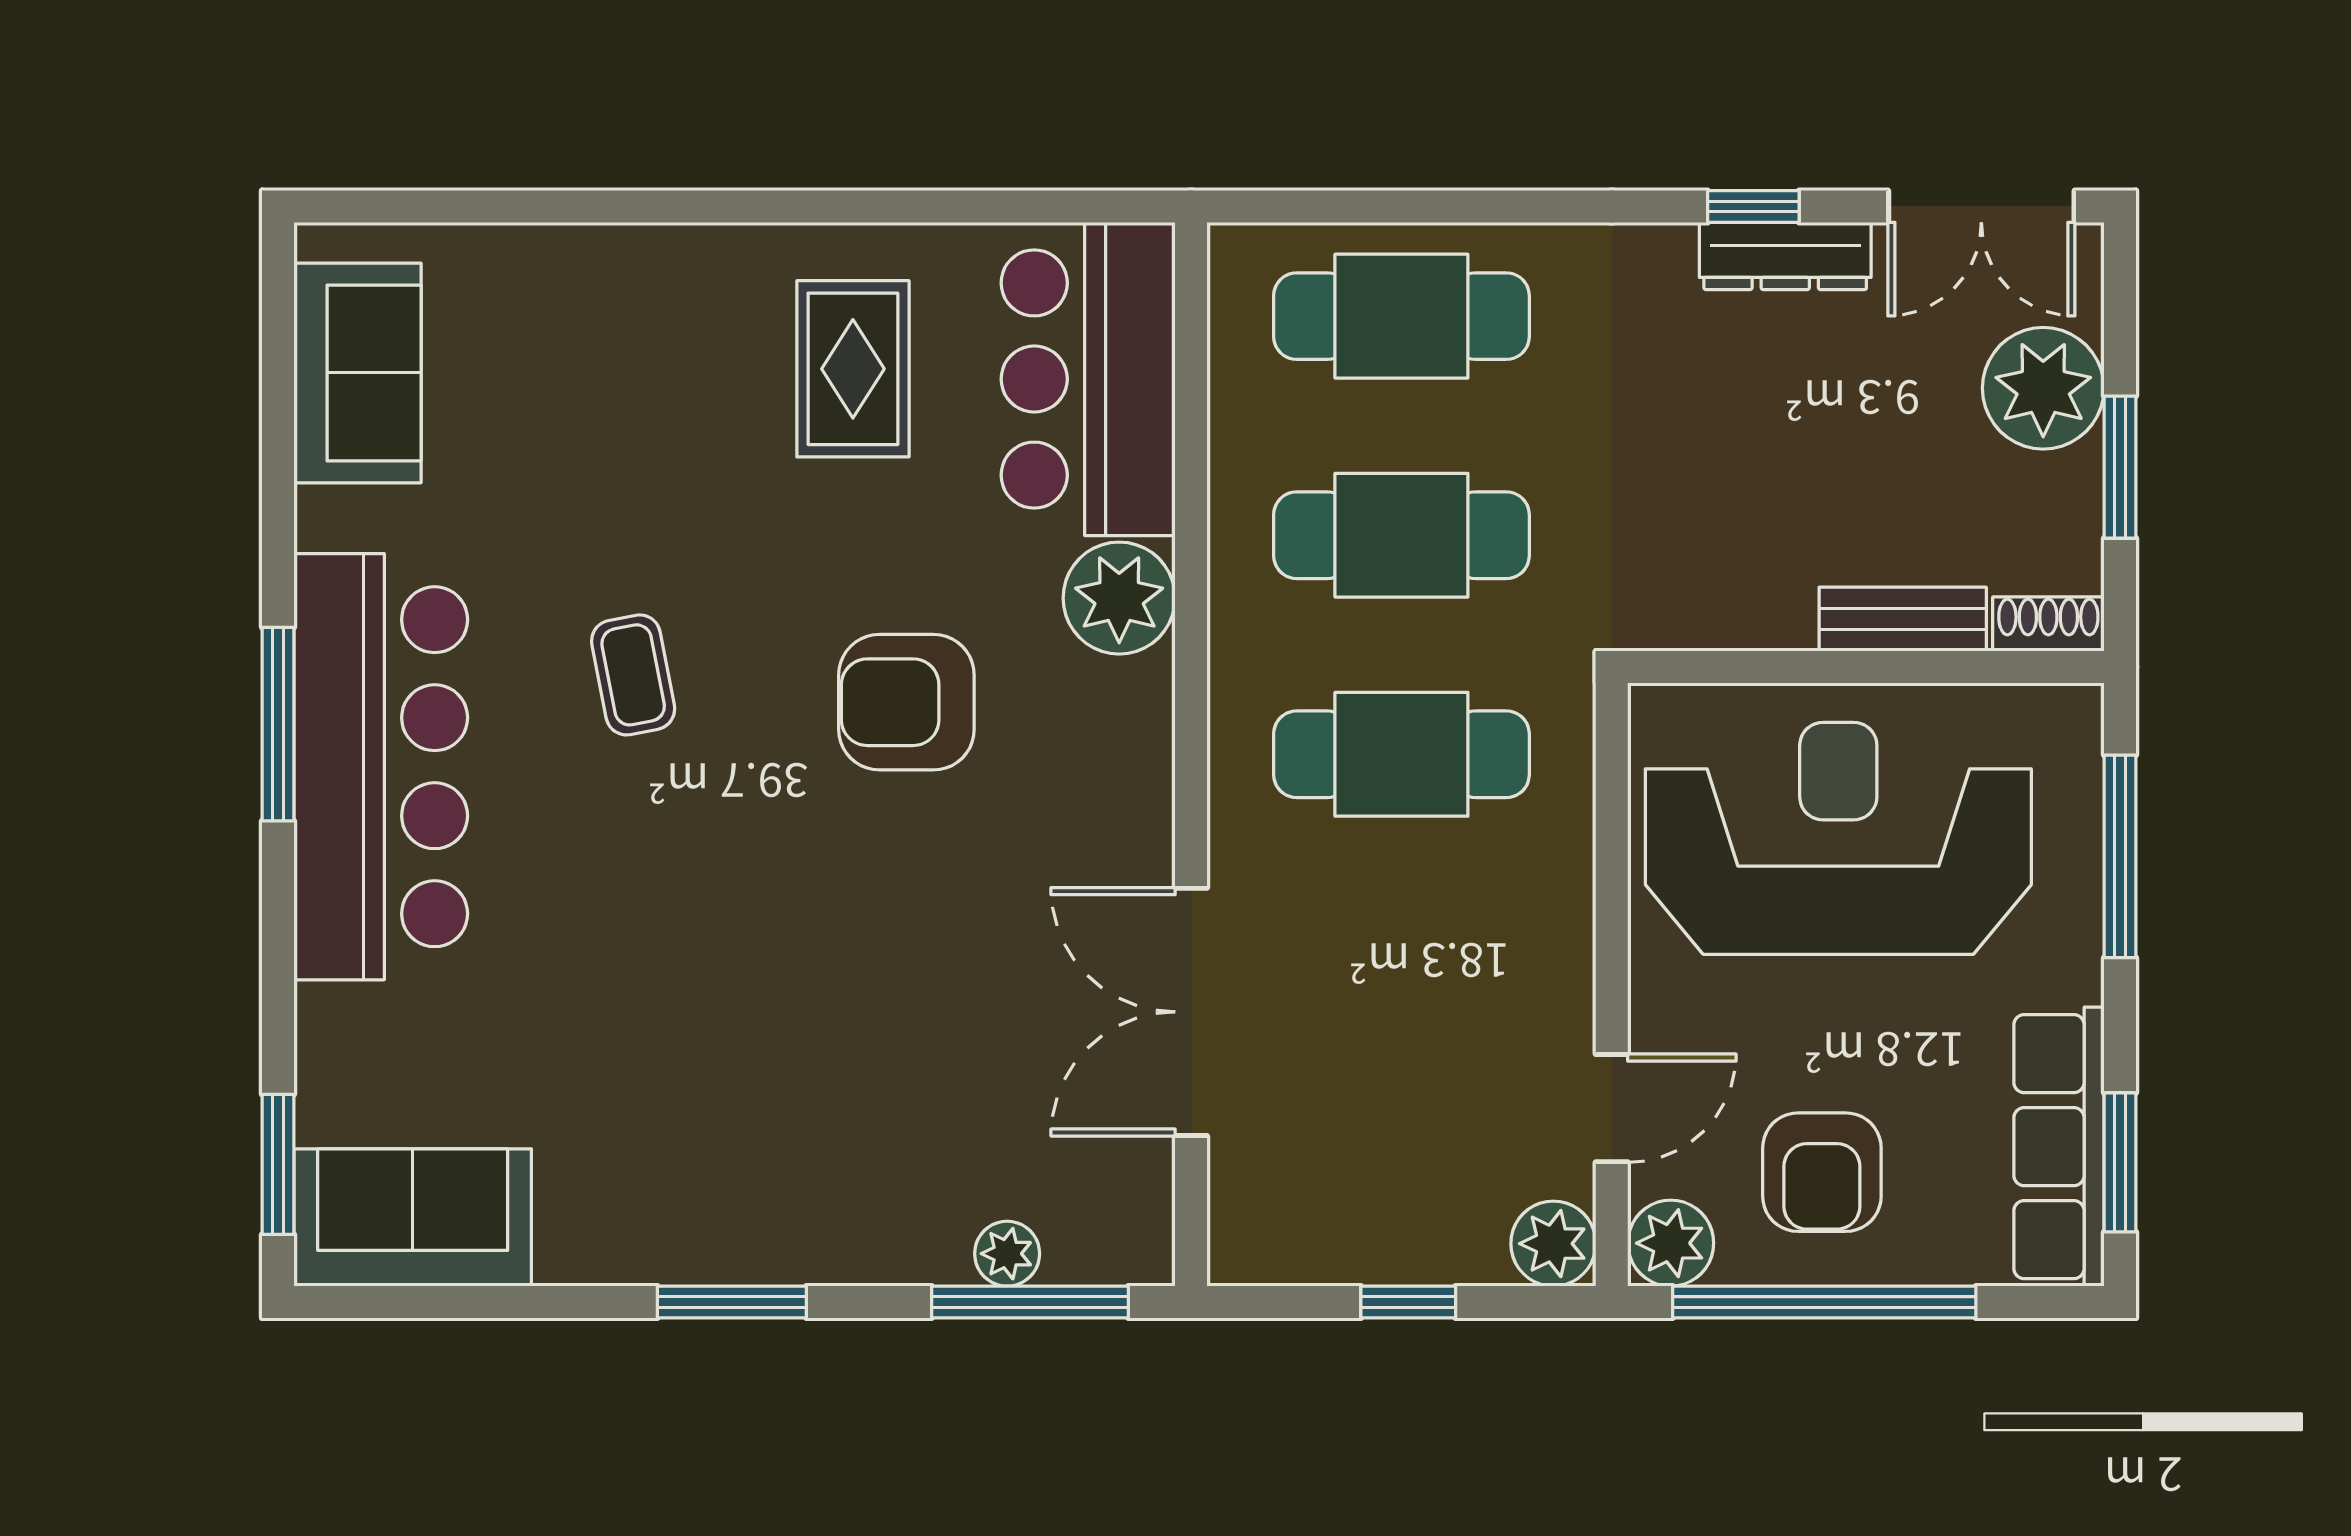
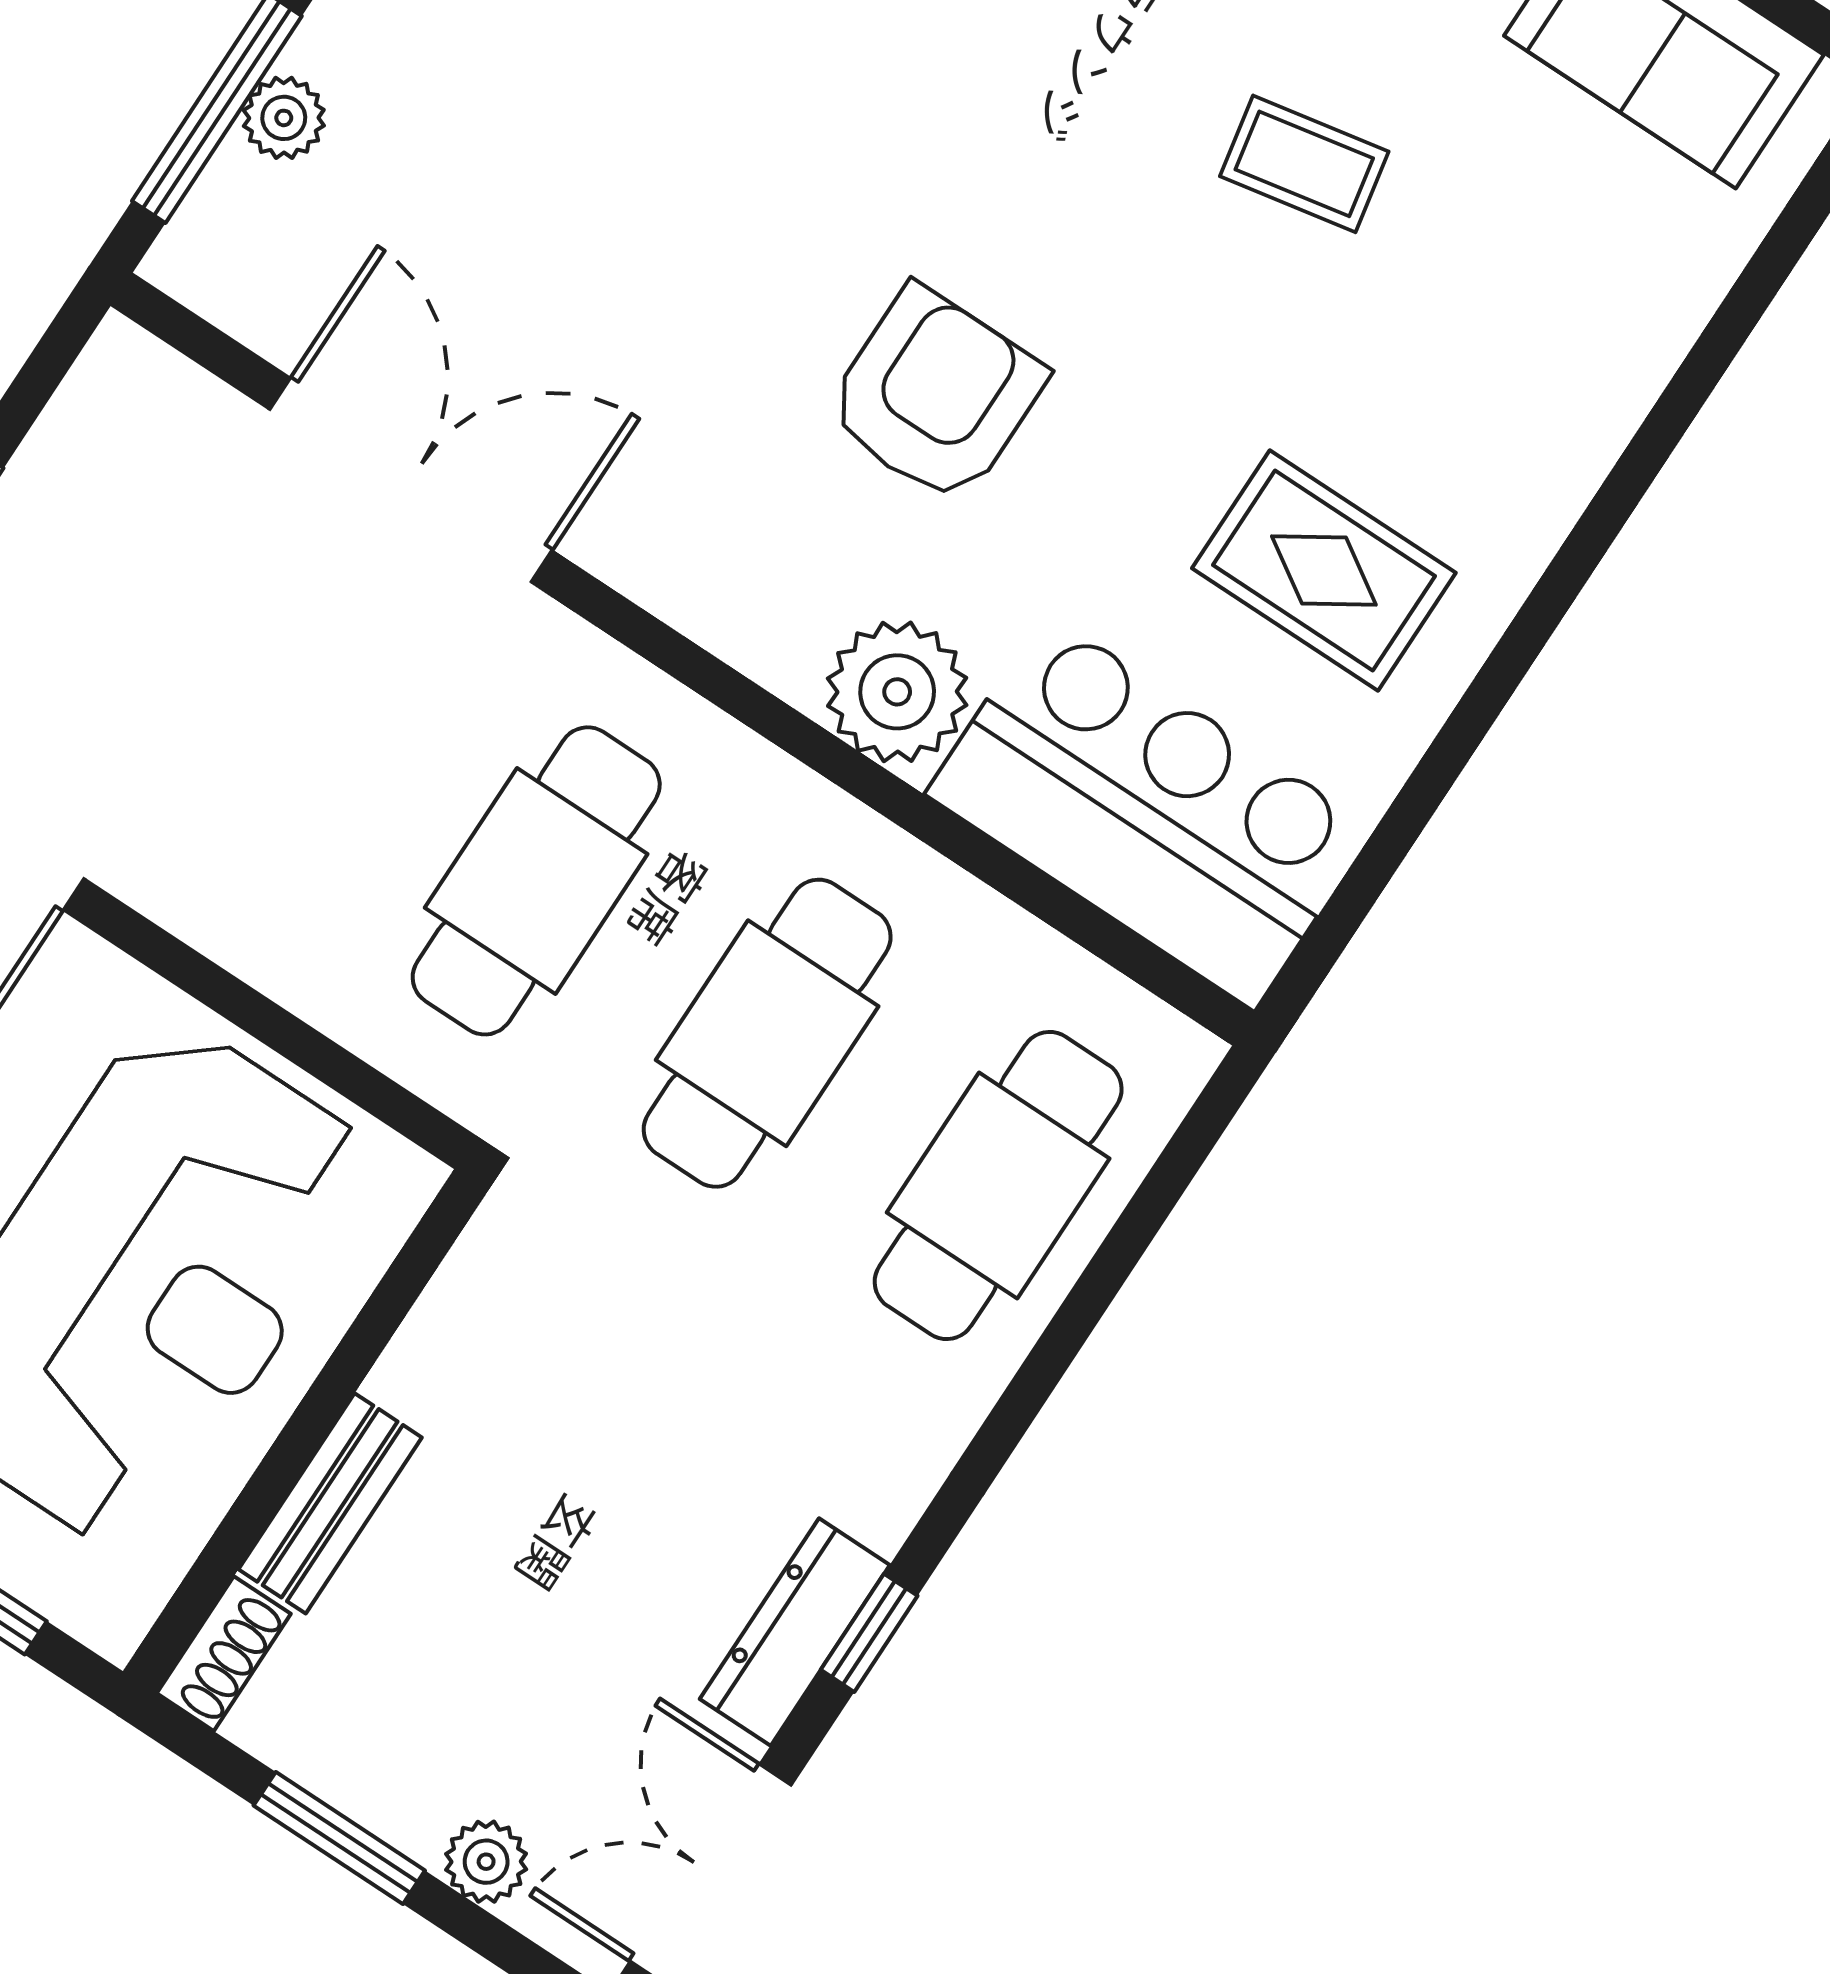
plant: (2043, 388) -> (486, 1862), width x0.53, depth x0.53
coffee table: (633, 675) -> (1304, 164), moved

